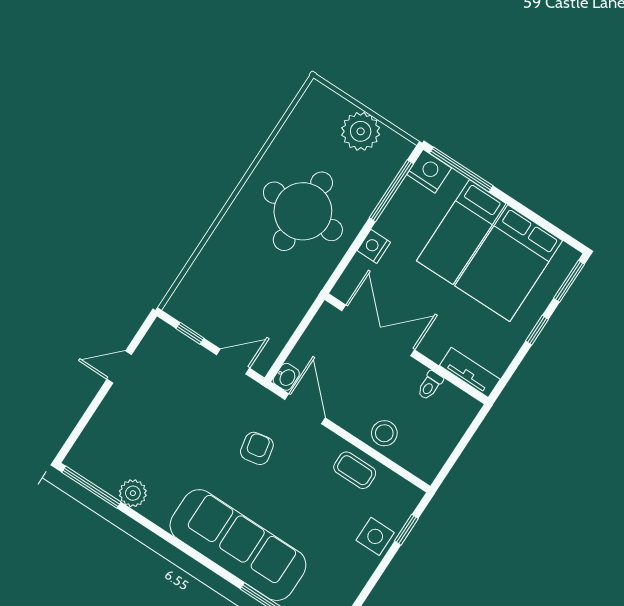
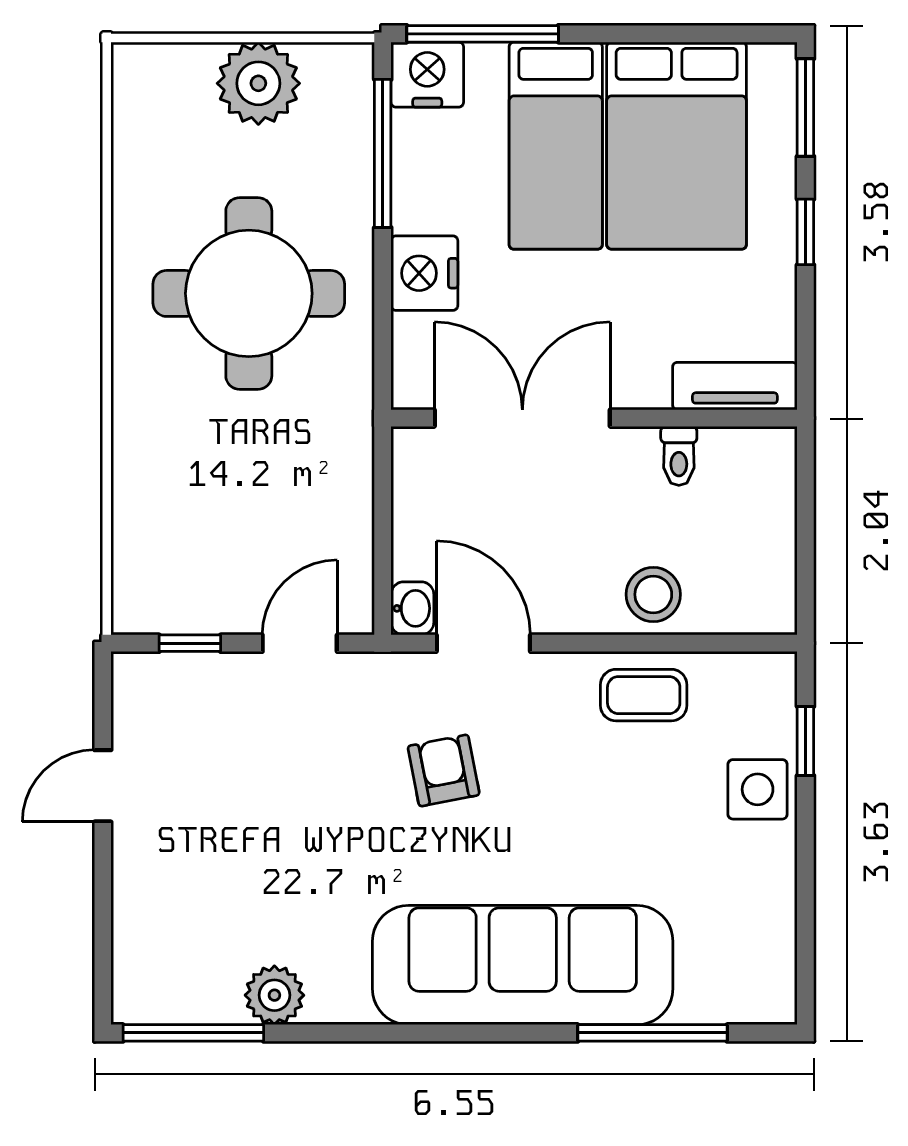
nightstand: (374, 246) -> (424, 273), width x1.36, depth x1.33

